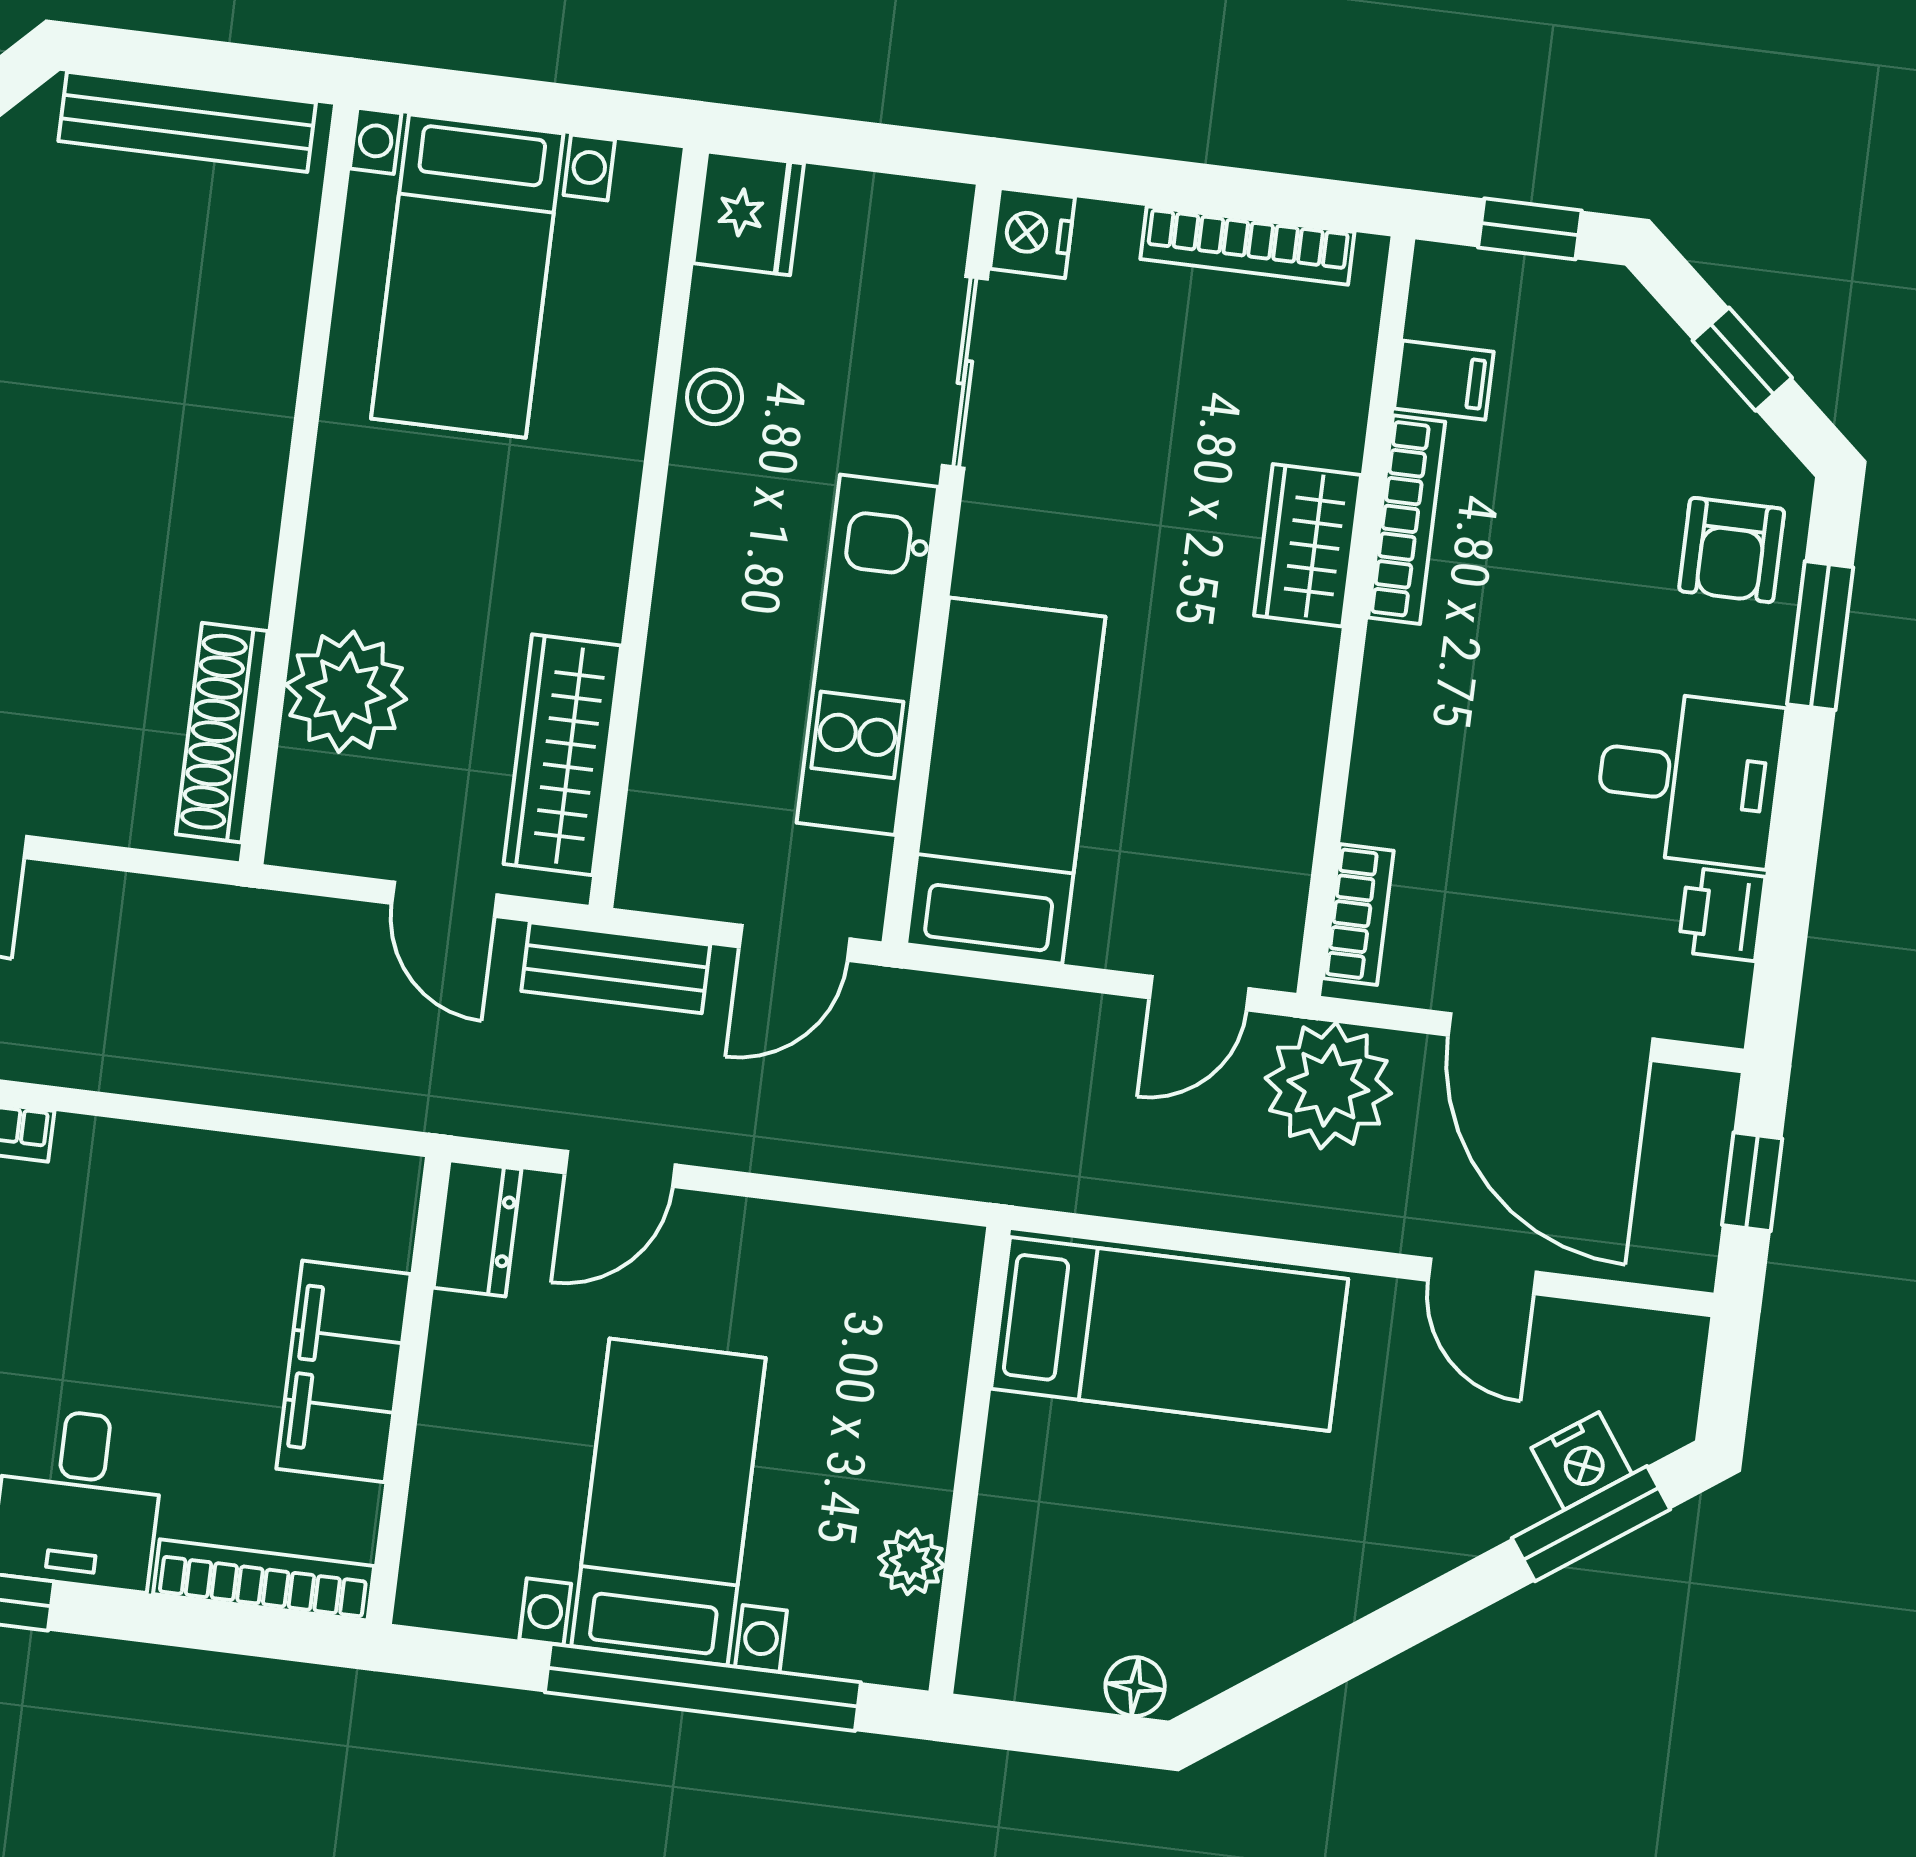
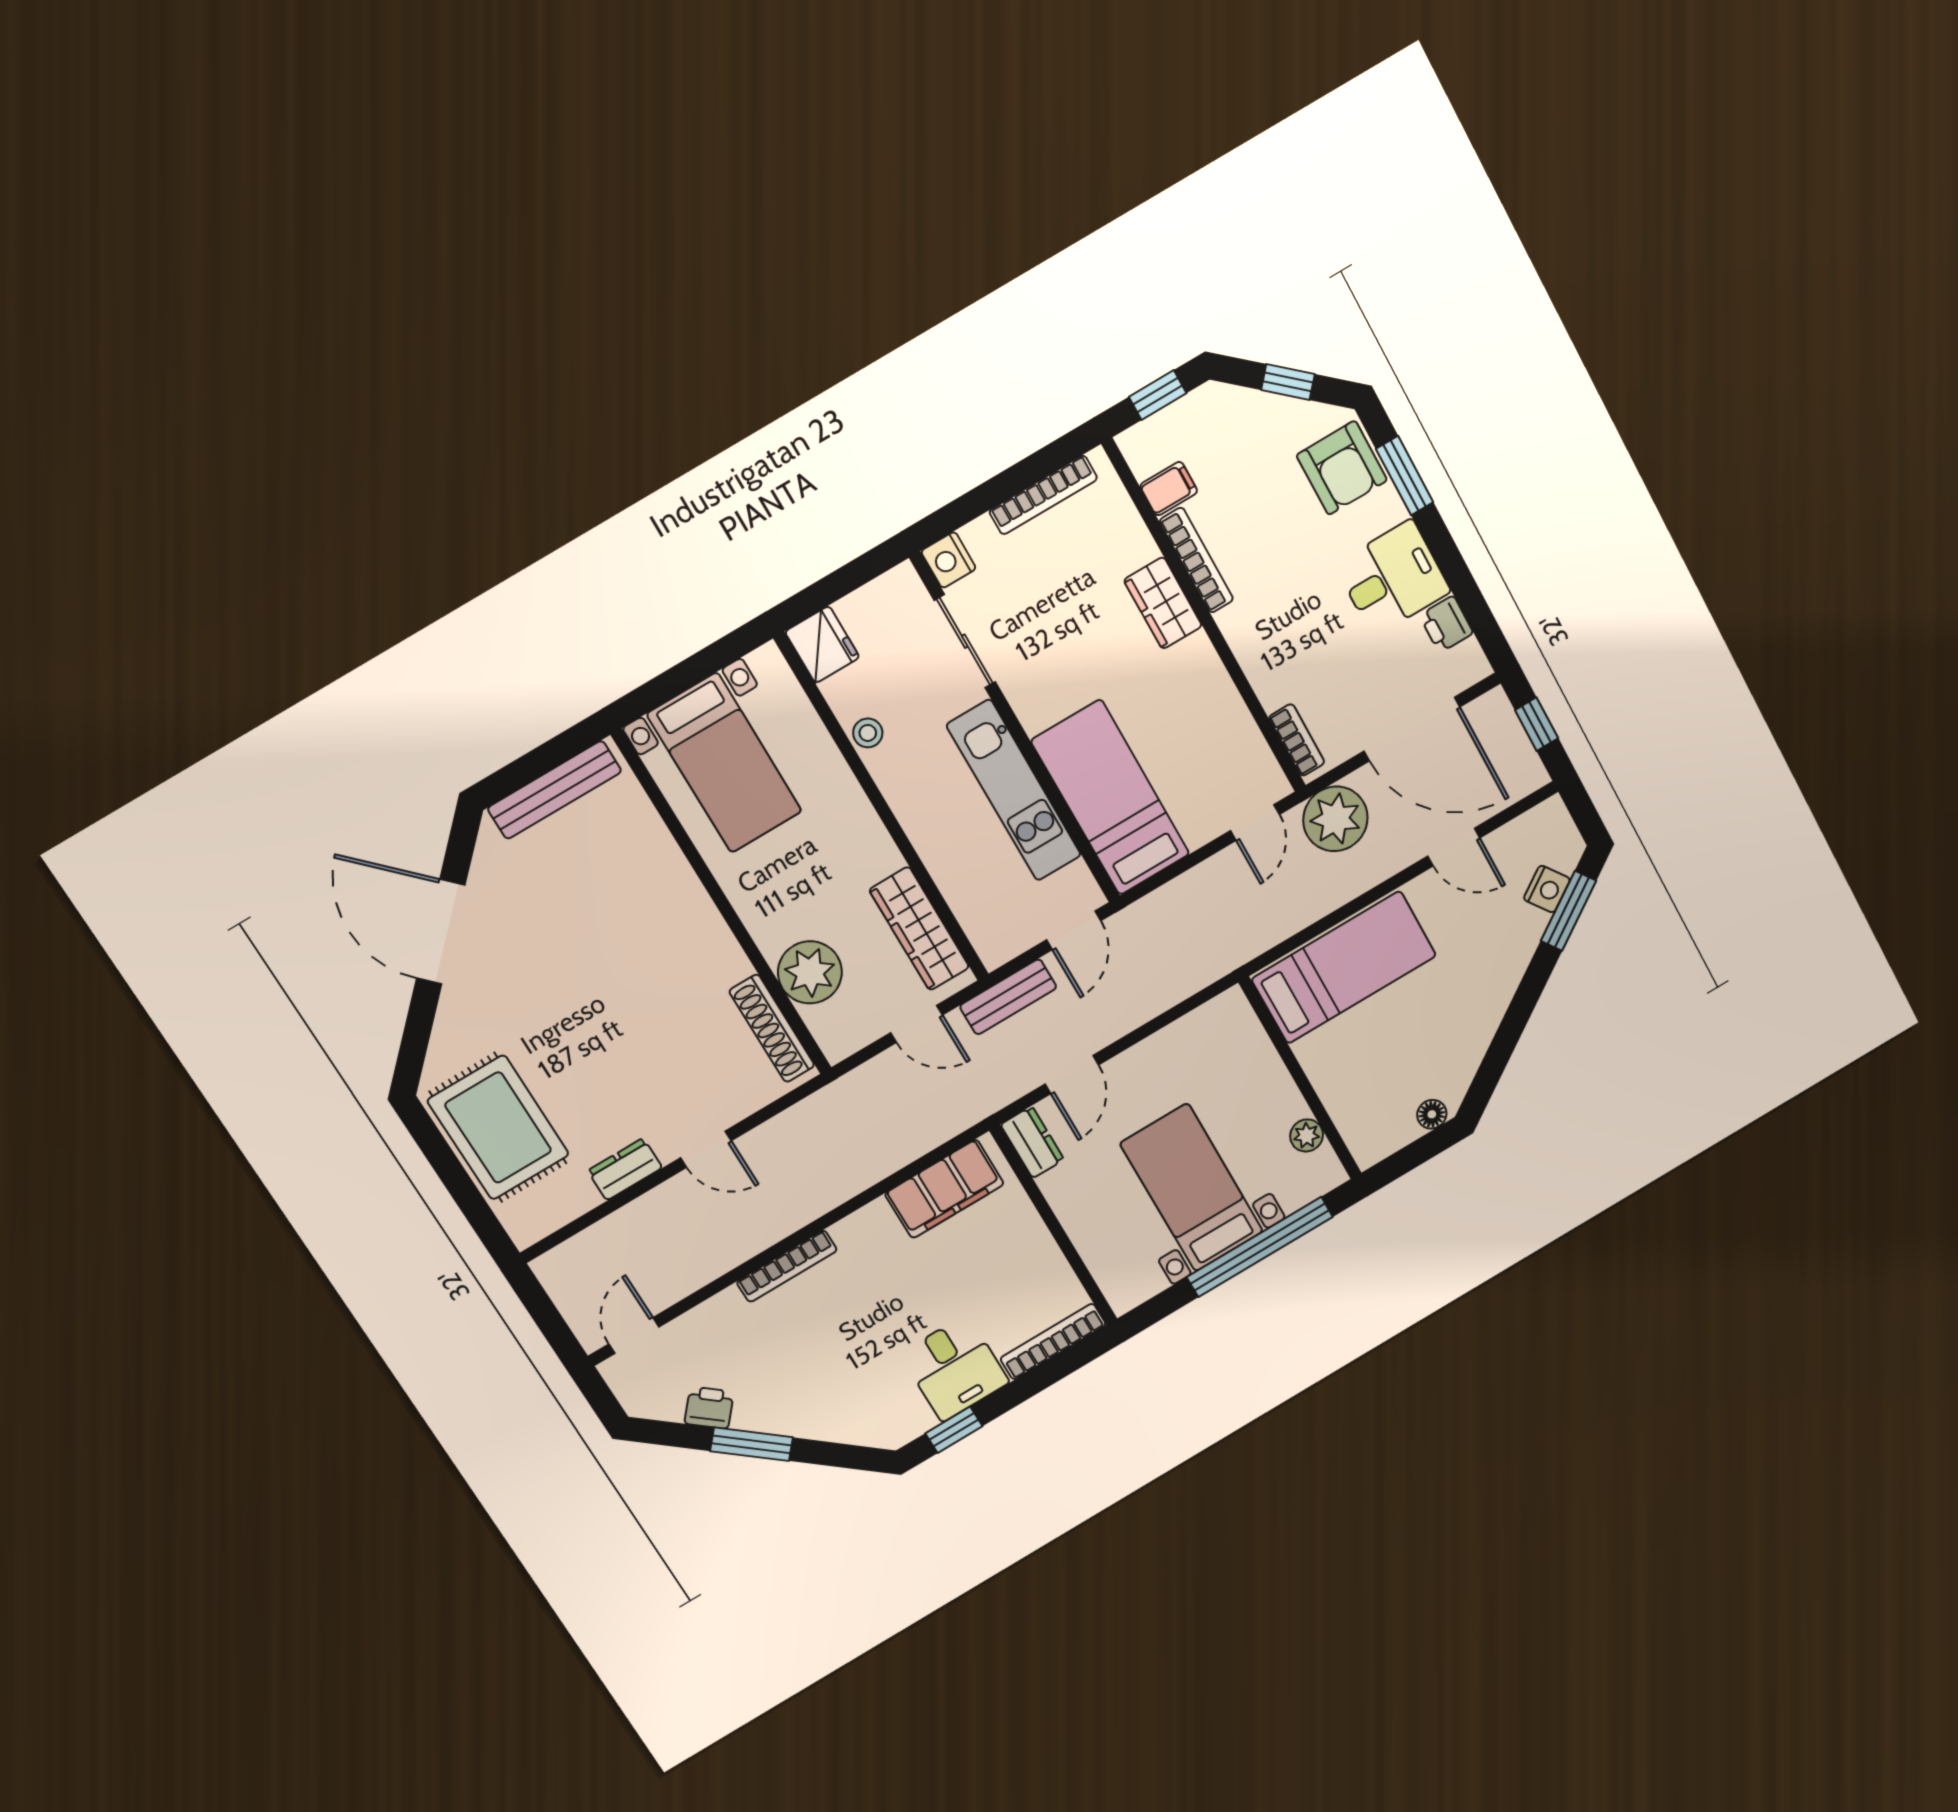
armchair: (1732, 550) -> (1342, 468), width x1.38, depth x1.38
filing cabinet: (344, 1371) -> (944, 1189), moved, turned -90

